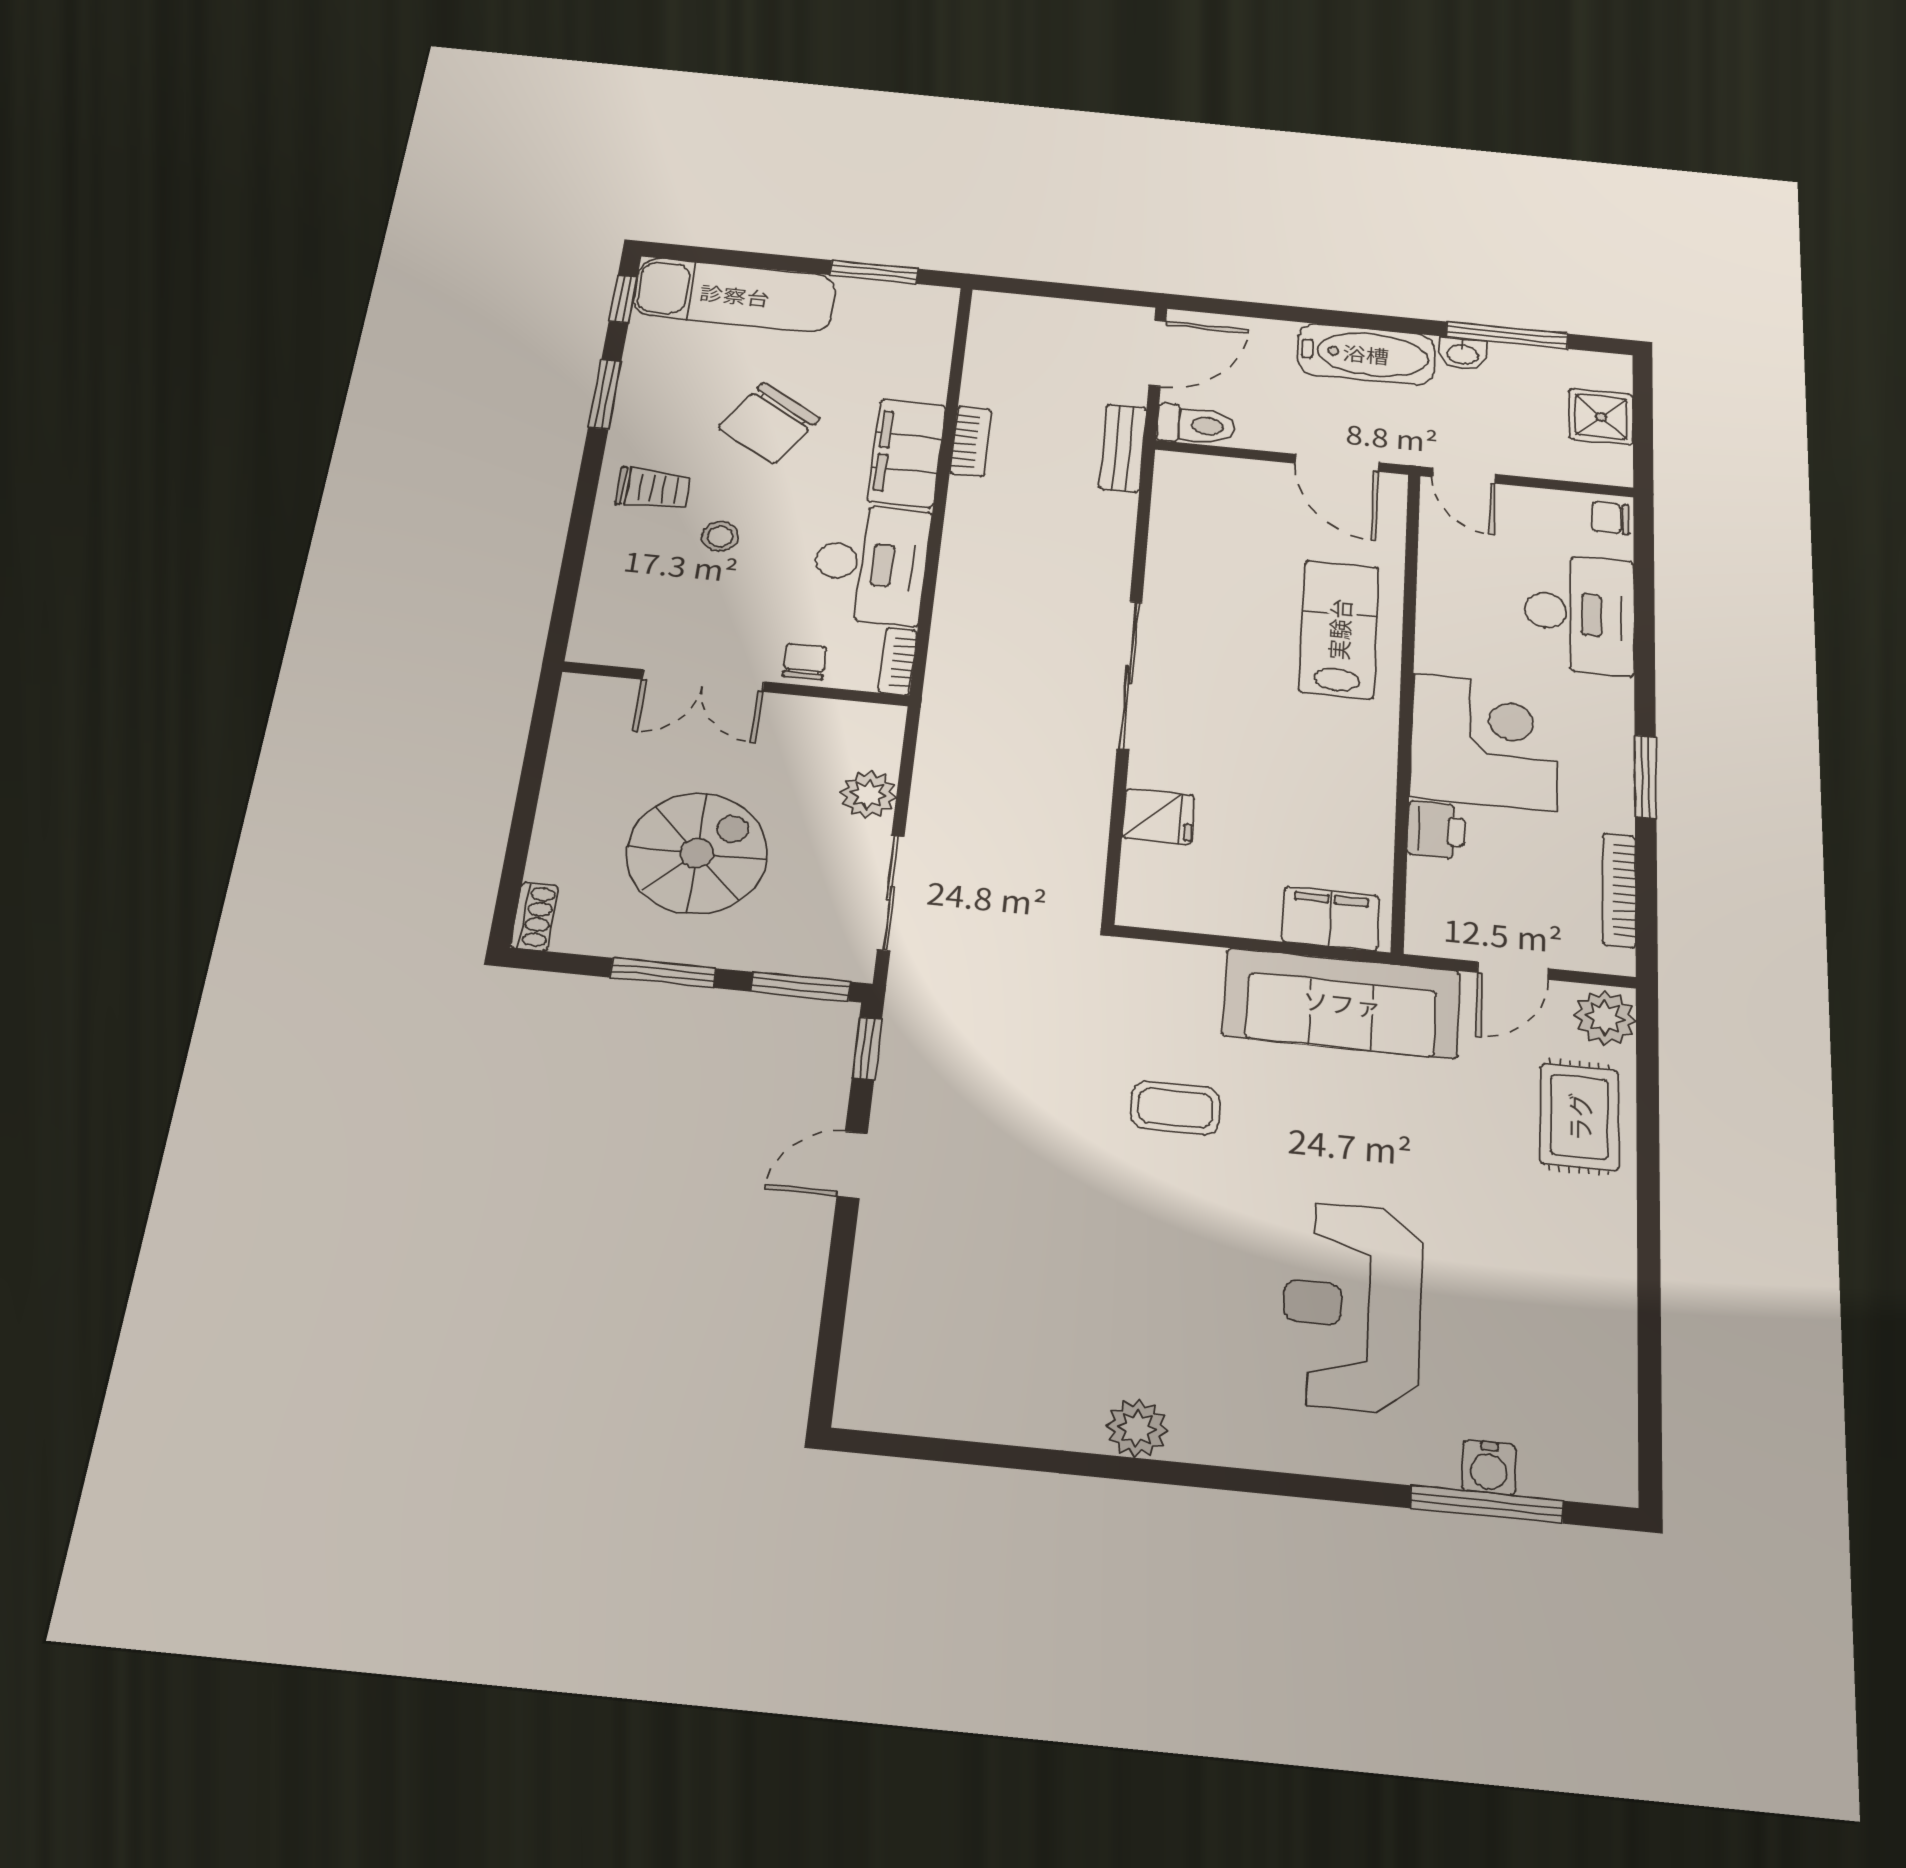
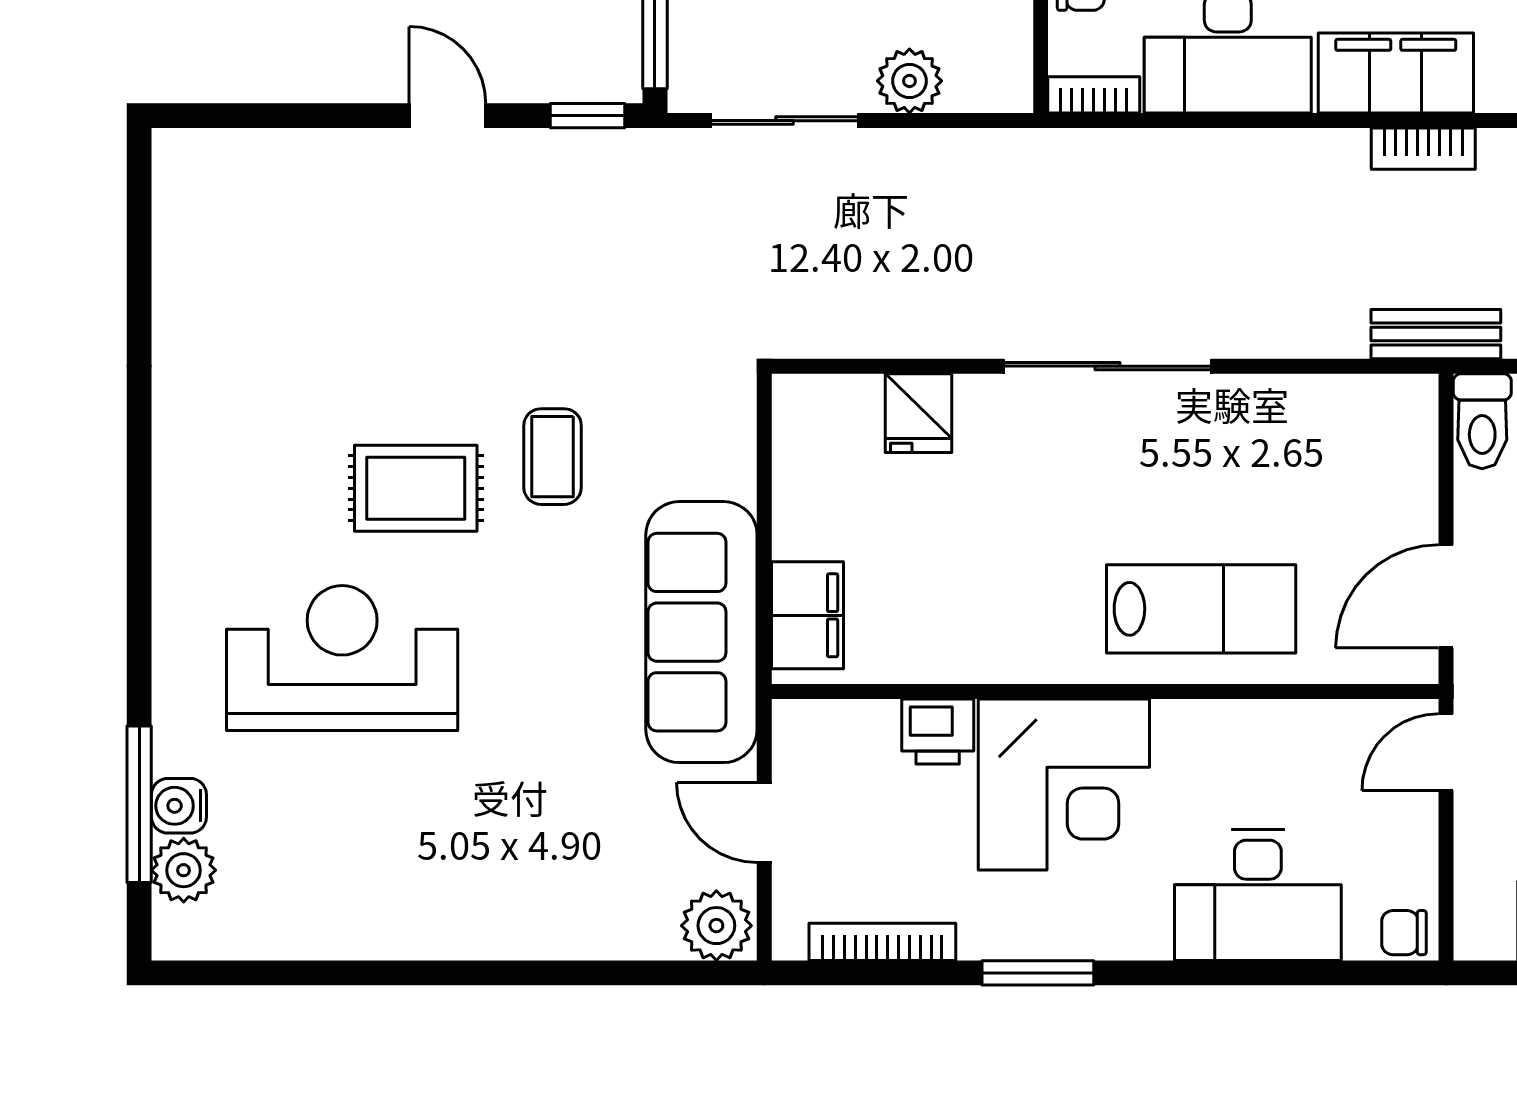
chair: (1611, 518) -> (1404, 933), turned -90
rug: (1579, 1117) -> (416, 488), moved
plant: (1137, 1428) -> (184, 870), moved

